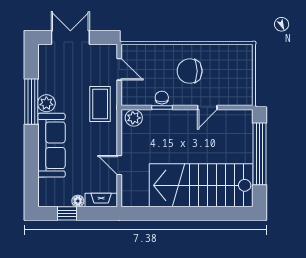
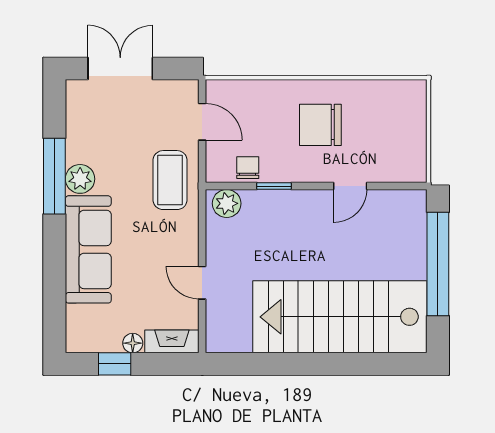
chair: (162, 98) -> (248, 168), moved

